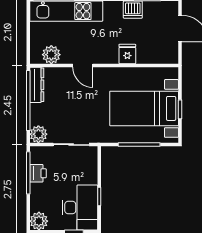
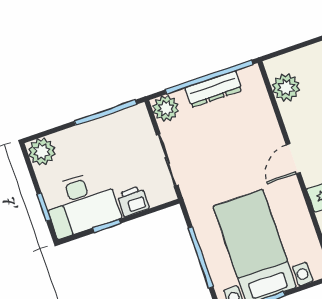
door: (83, 65) -> (293, 159), moved
dresser: (37, 85) -> (214, 89), moved
printer: (38, 173) -> (133, 201), moved, turned 180

